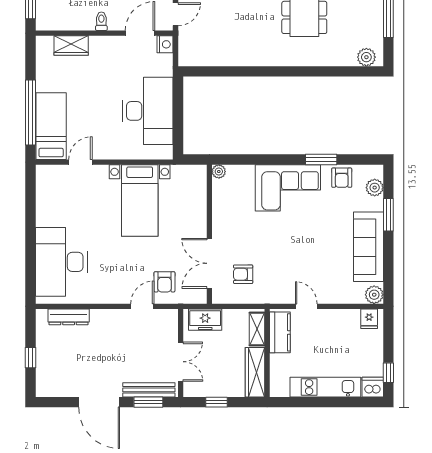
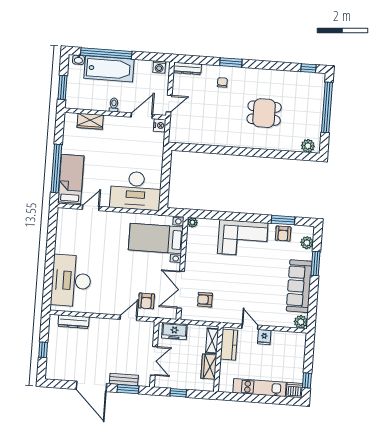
desk: (148, 111) -> (136, 191), moved, turned 90
window: (321, 160) -> (283, 220), moved
bed with nightstands: (140, 200) -> (156, 238), moved, turned 90
fridge: (369, 319) -> (264, 337), moved
wardrobe: (255, 372) -> (209, 367), width x0.67
bench: (149, 390) -> (124, 380), width x0.73

